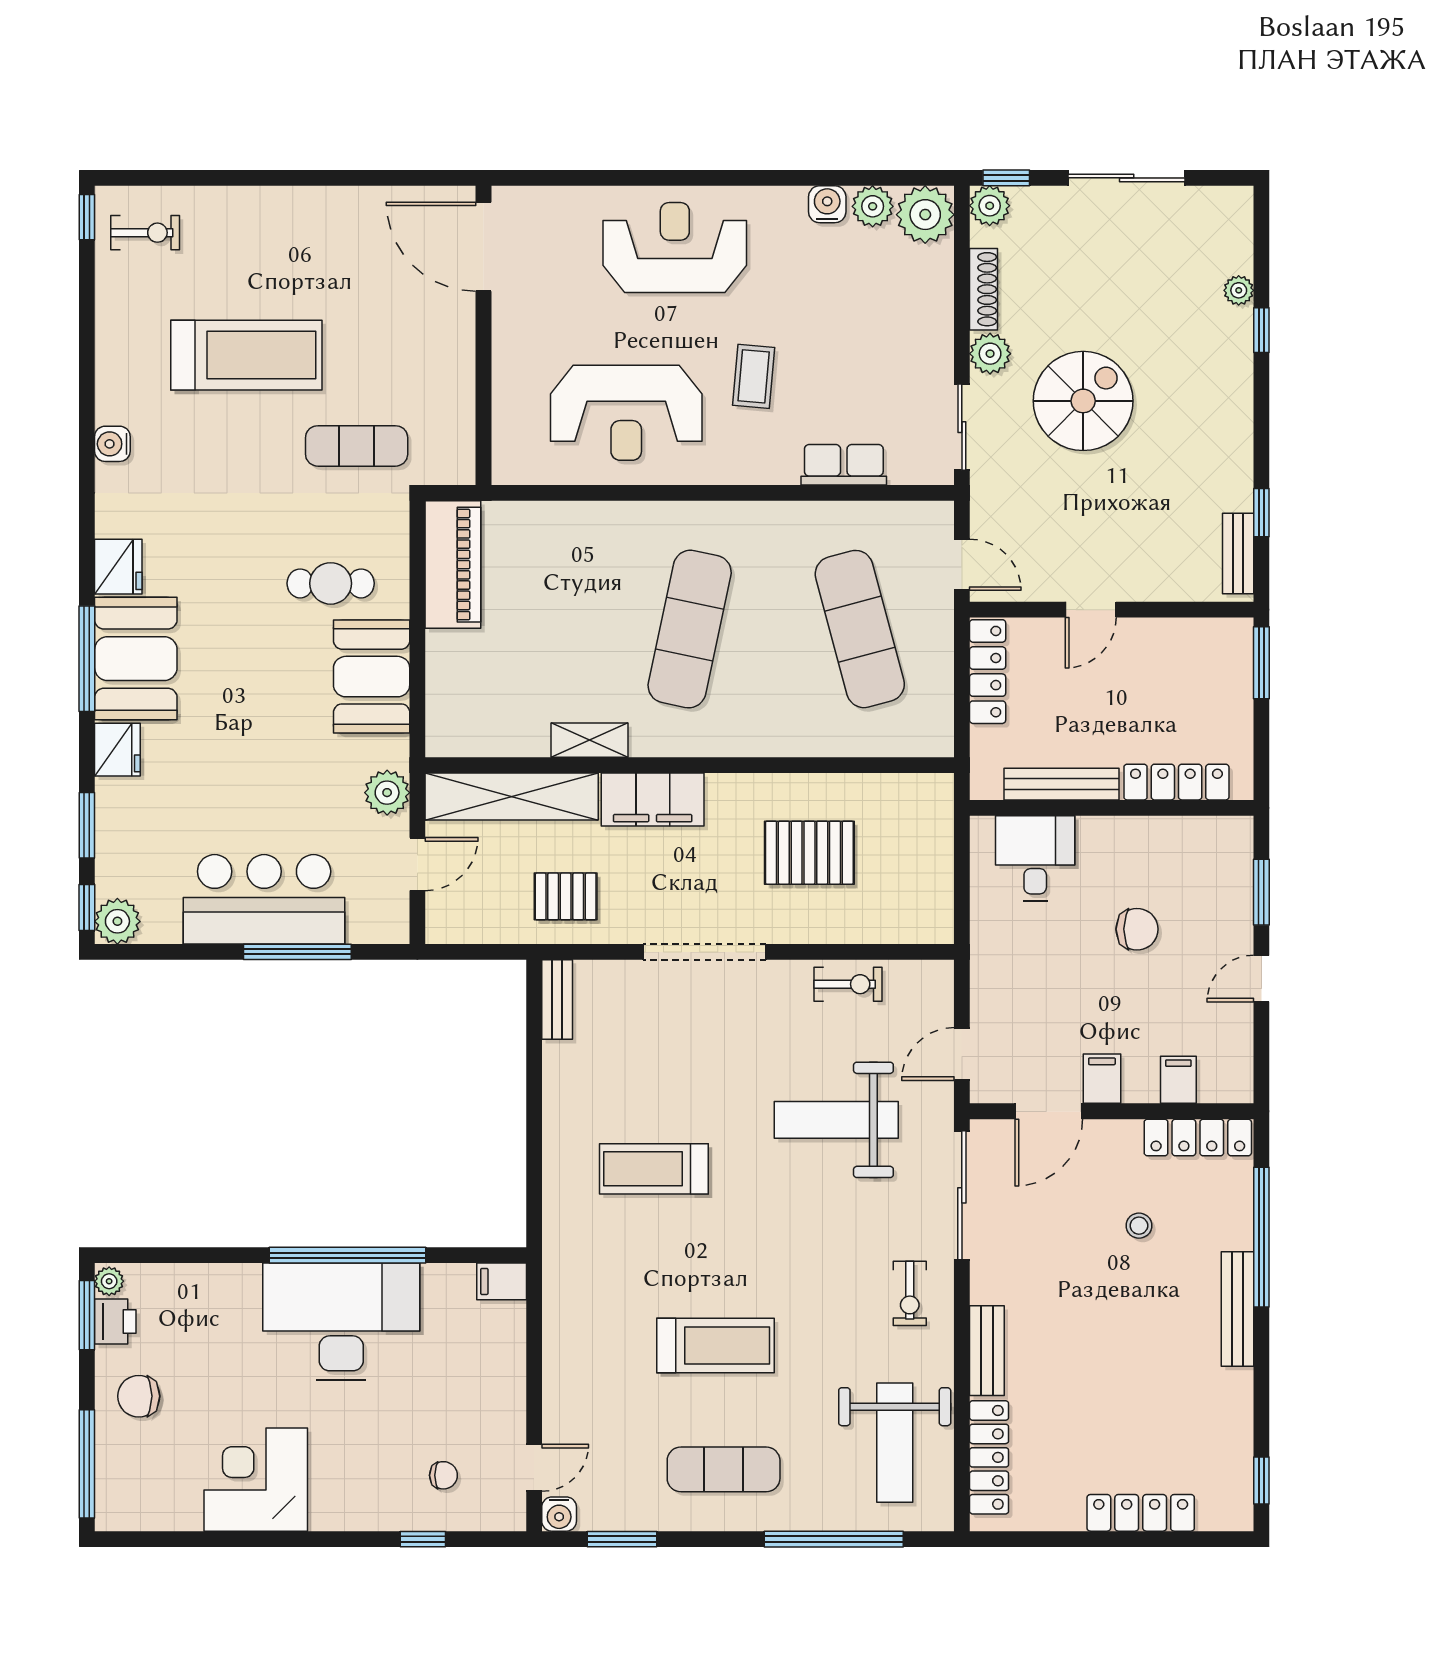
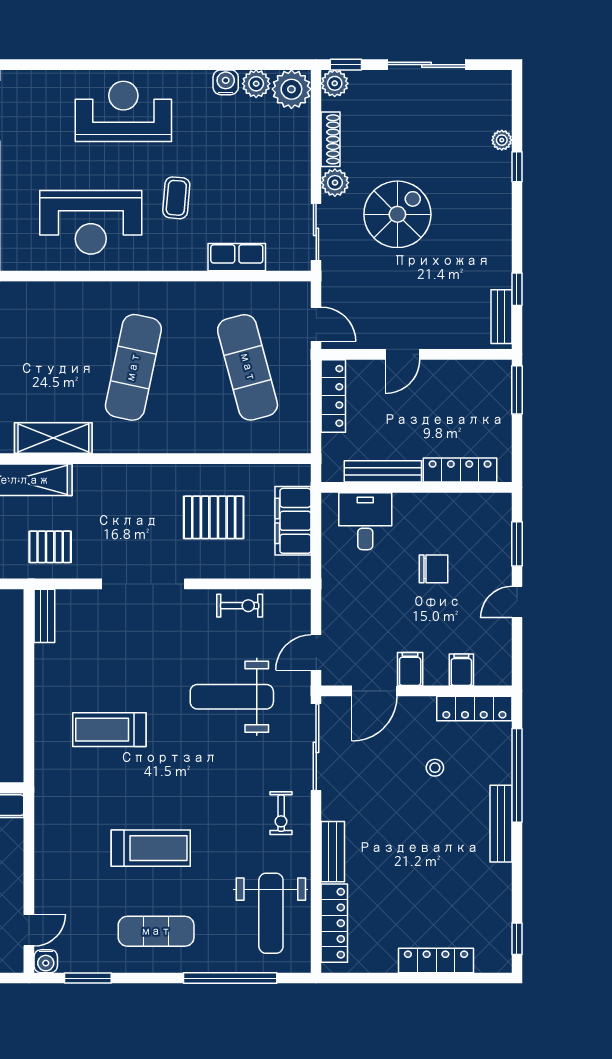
shelving: (589, 740) -> (53, 438), width x1.50, depth x1.33
filing cabinet: (653, 800) -> (293, 521), moved, turned 90

